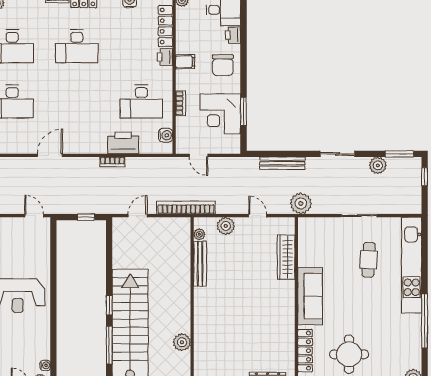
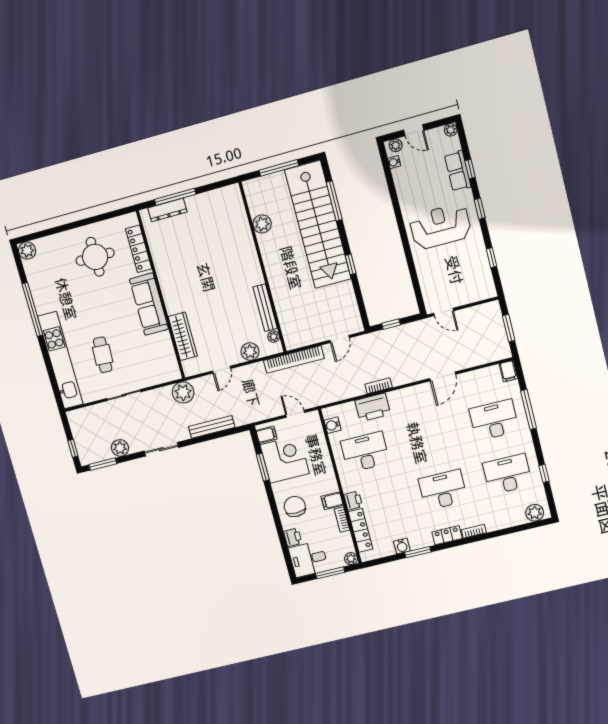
bookcase: (181, 103) -> (342, 519), moved
filing cabinet: (231, 142) -> (267, 435), added
door: (258, 216) -> (222, 370), hinge flipped
window: (109, 305) -> (351, 264), moved

